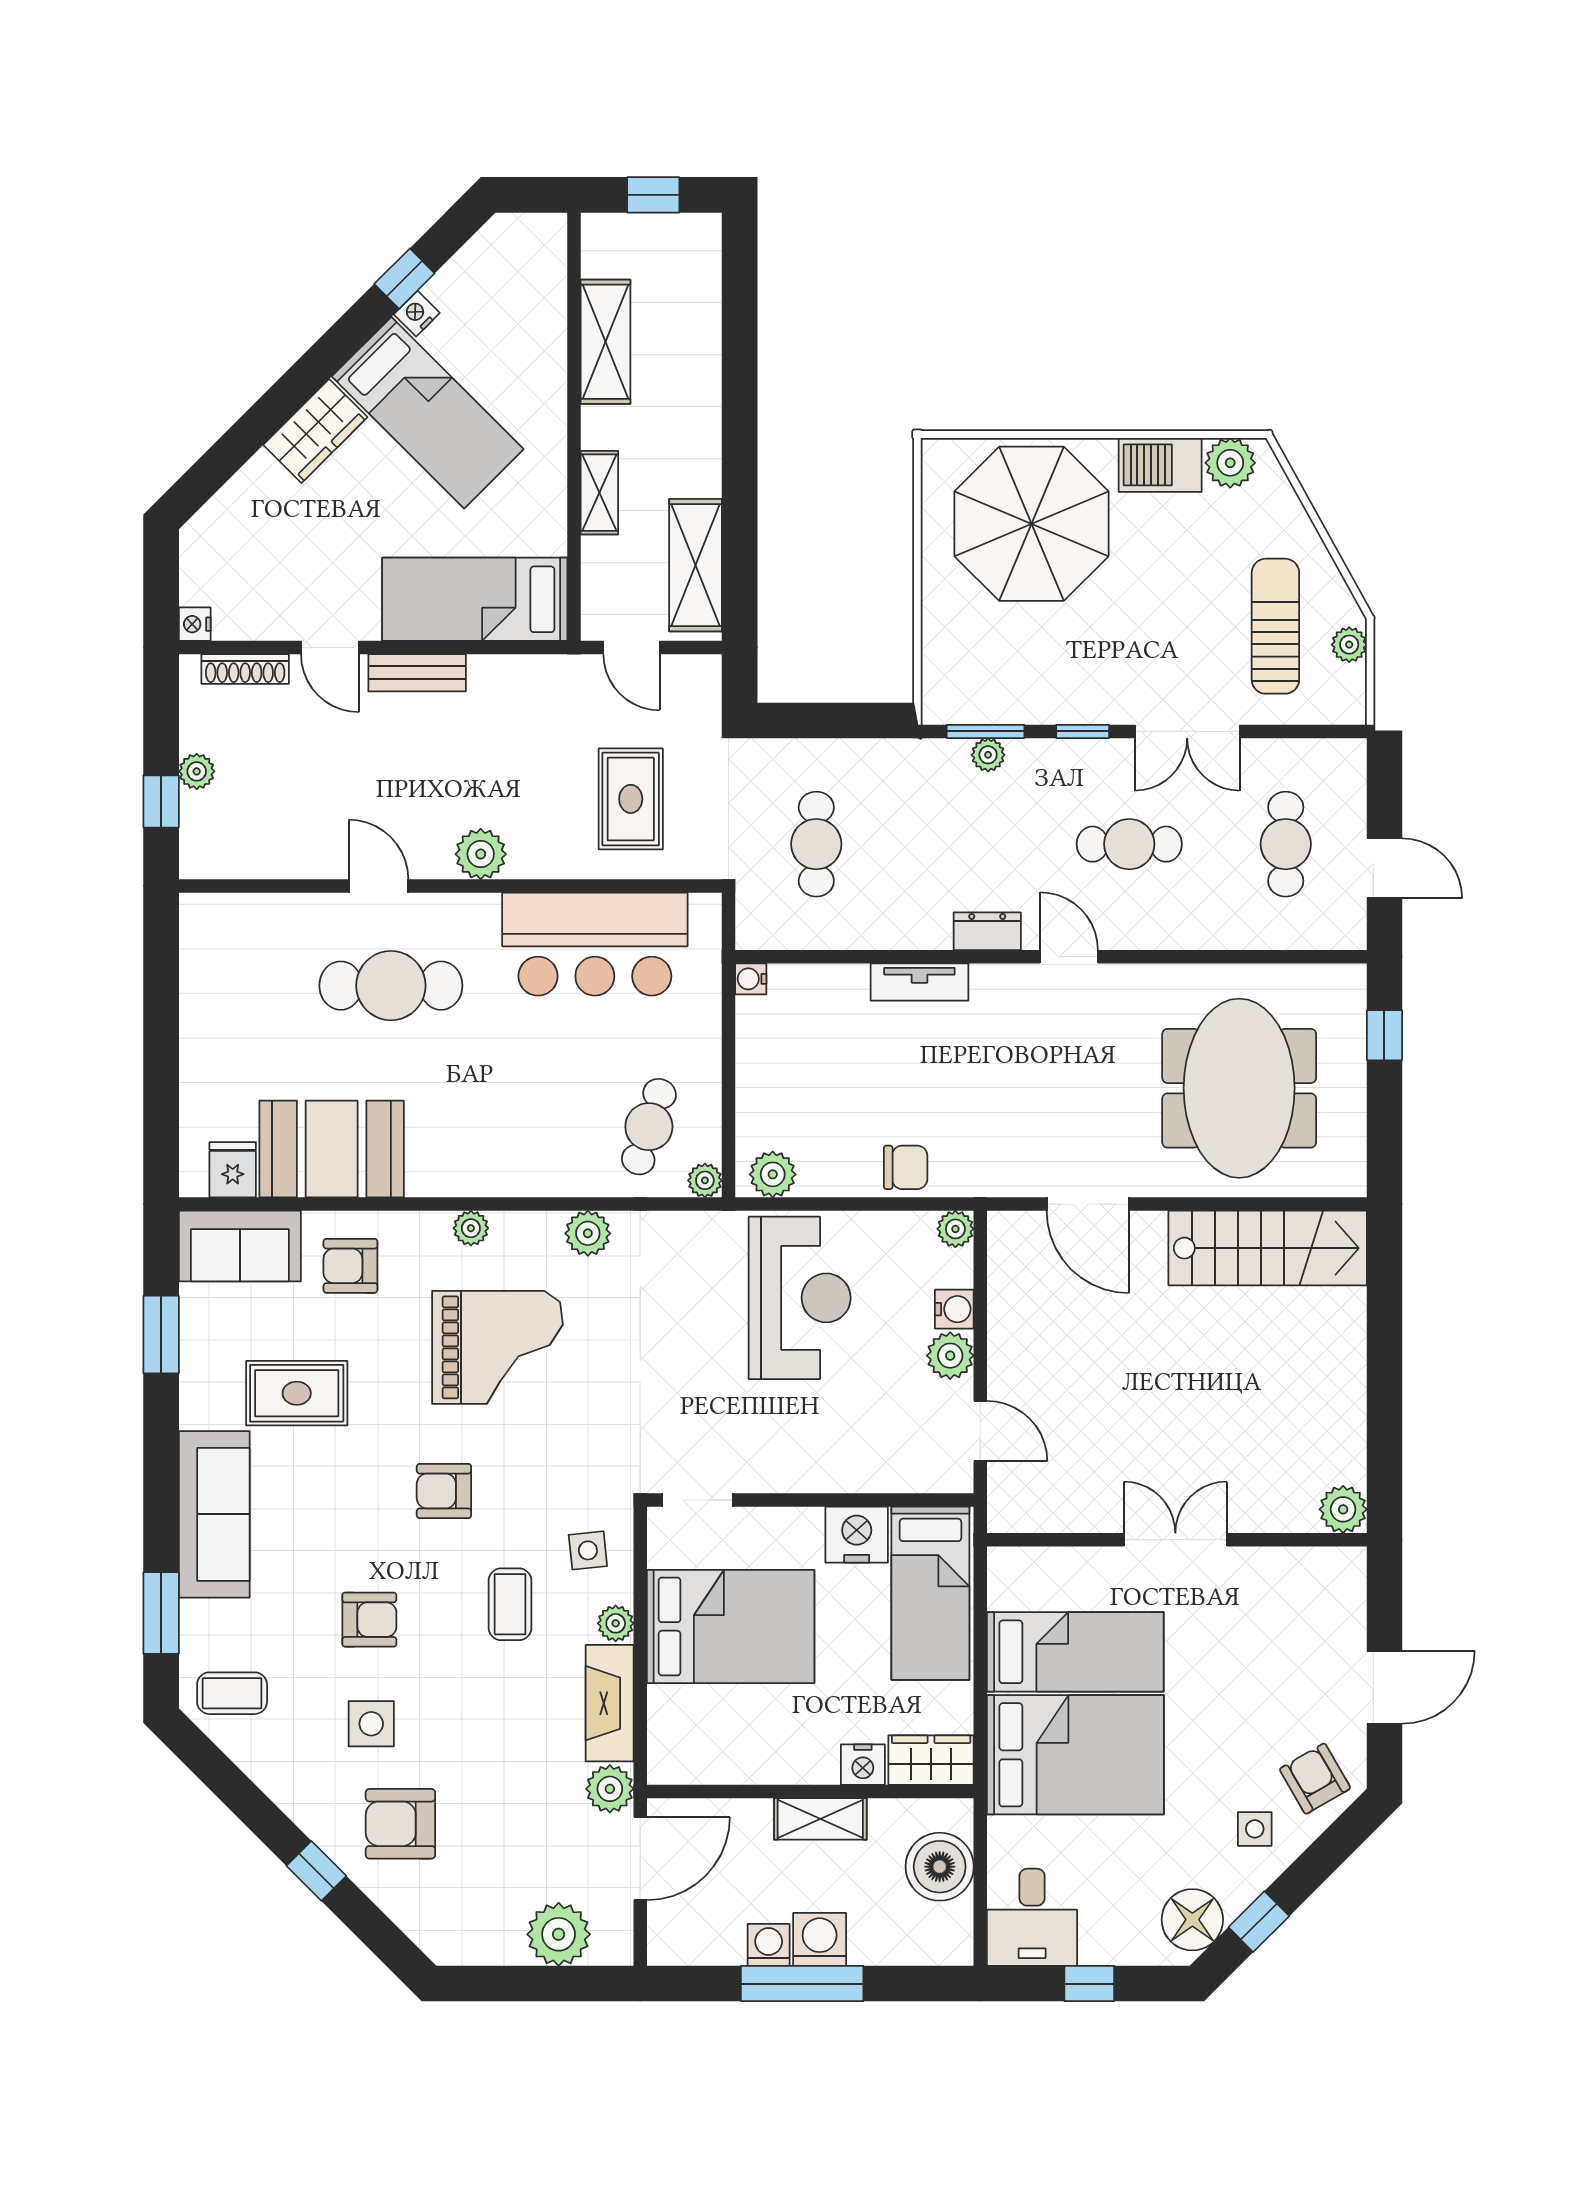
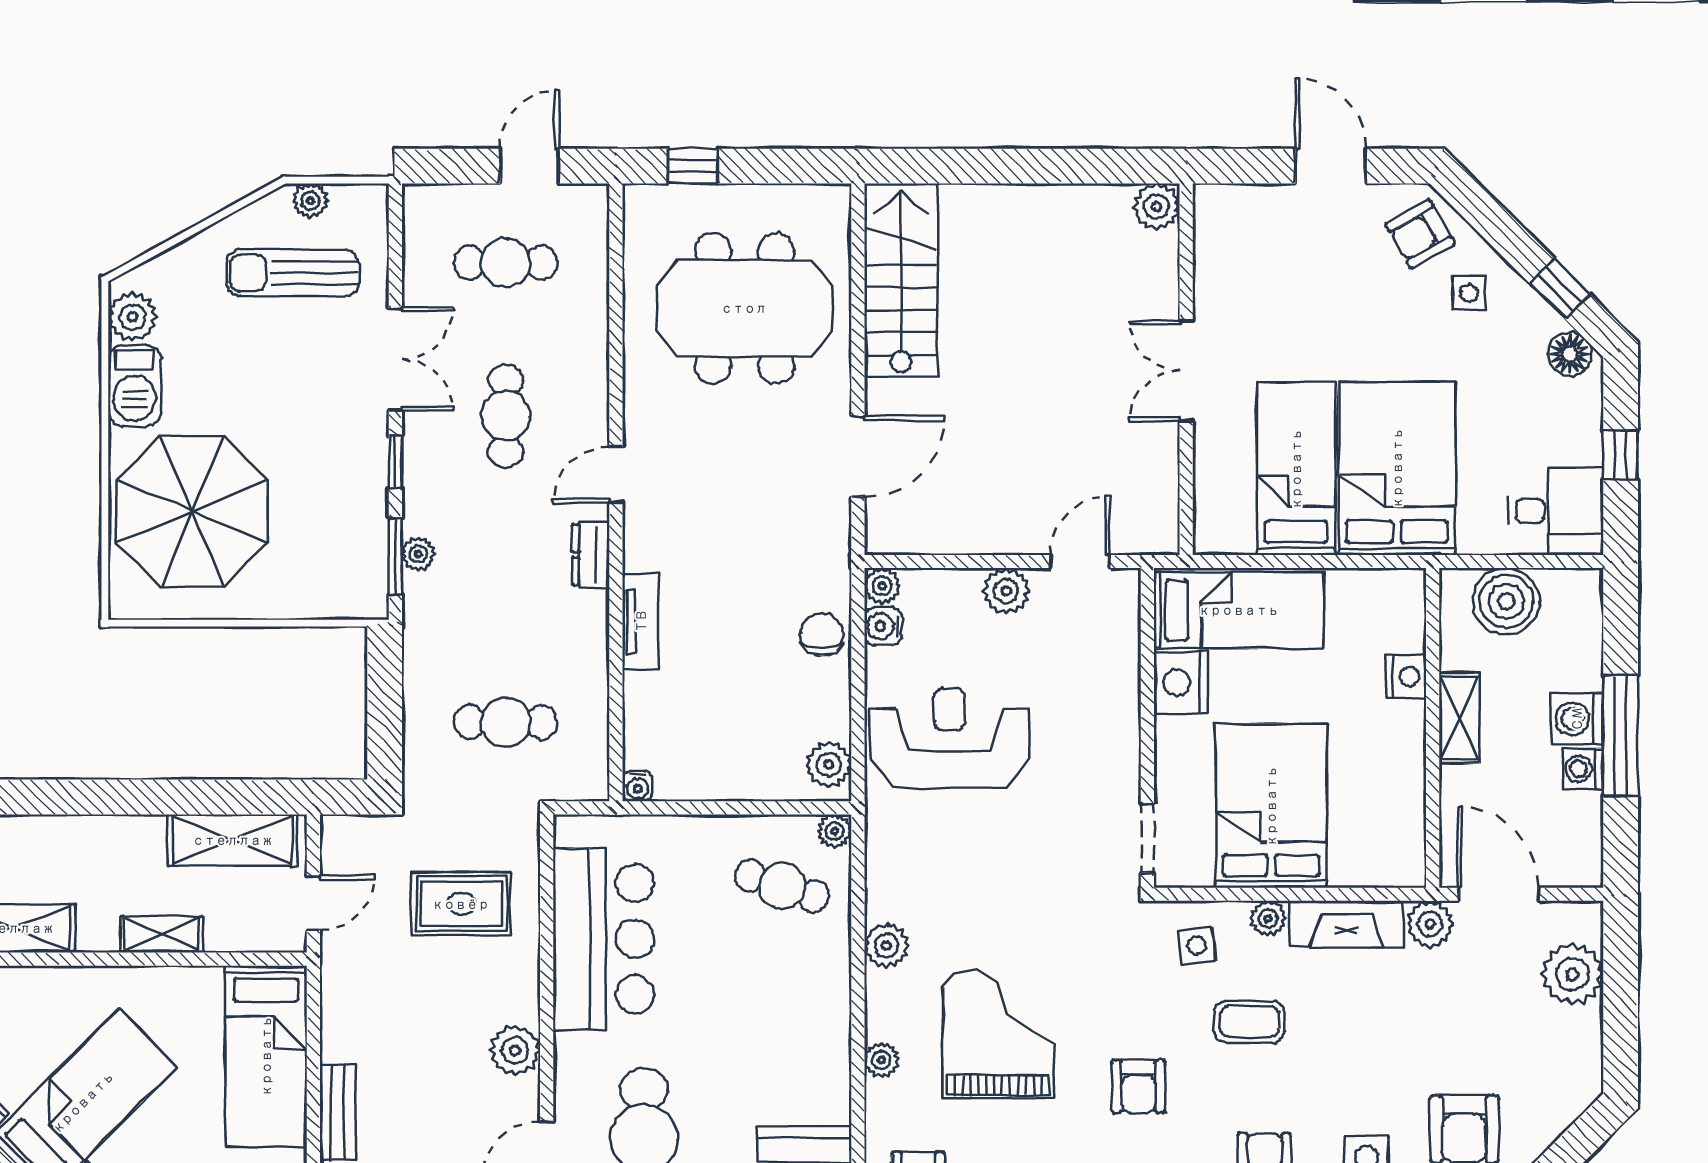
water cooler: (954, 1309) -> (883, 626), moved, turned -90
wardrobe: (931, 1760) -> (1402, 610), removed
floor lamp: (1192, 1920) -> (1570, 354), width x0.73, depth x0.73

